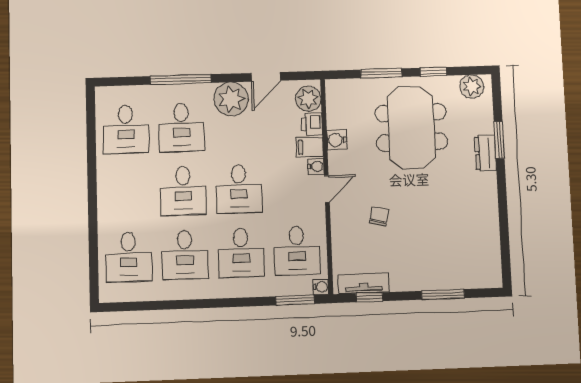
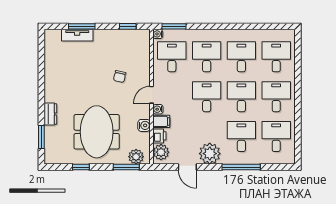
window: (381, 73) -> (126, 167), moved
door: (266, 77) -> (187, 167), swing flipped
plant: (472, 87) -> (136, 157), moved
window: (499, 140) -> (41, 137), moved
desk: (127, 193) -> (276, 97), added
tv unit: (364, 283) -> (77, 35), moved

